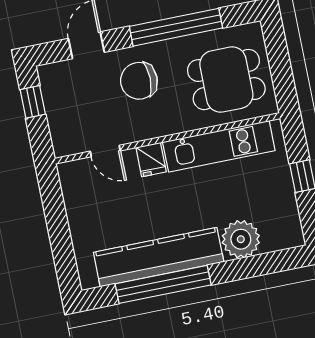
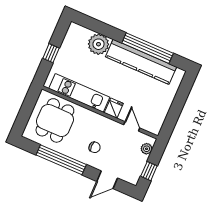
dining table: (226, 80) -> (55, 120), turned 90
chair: (139, 81) -> (95, 147), width x0.54, depth x0.54
plant: (60, 133) -> (147, 149), added

